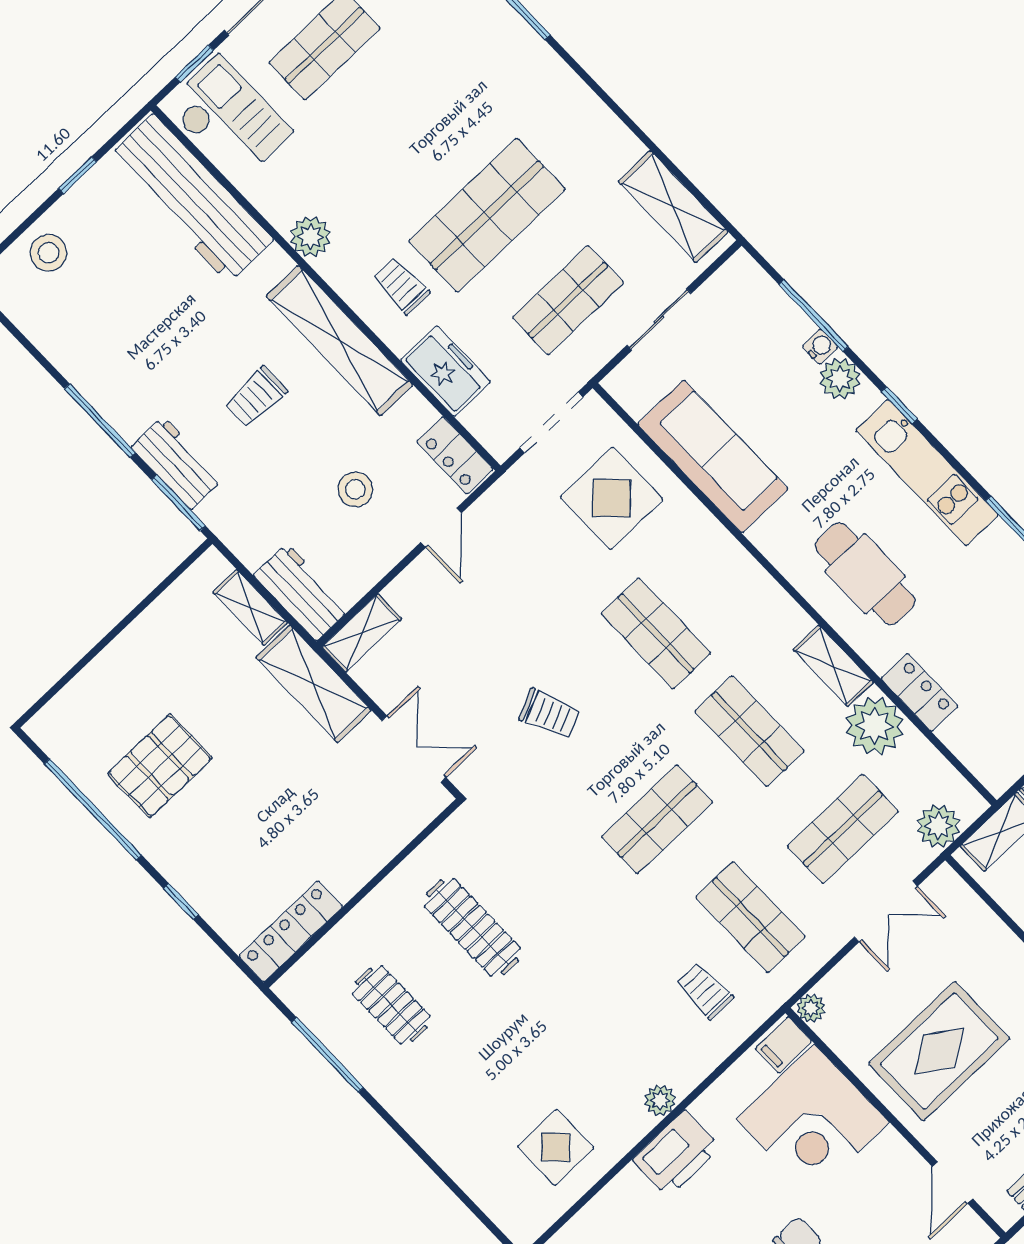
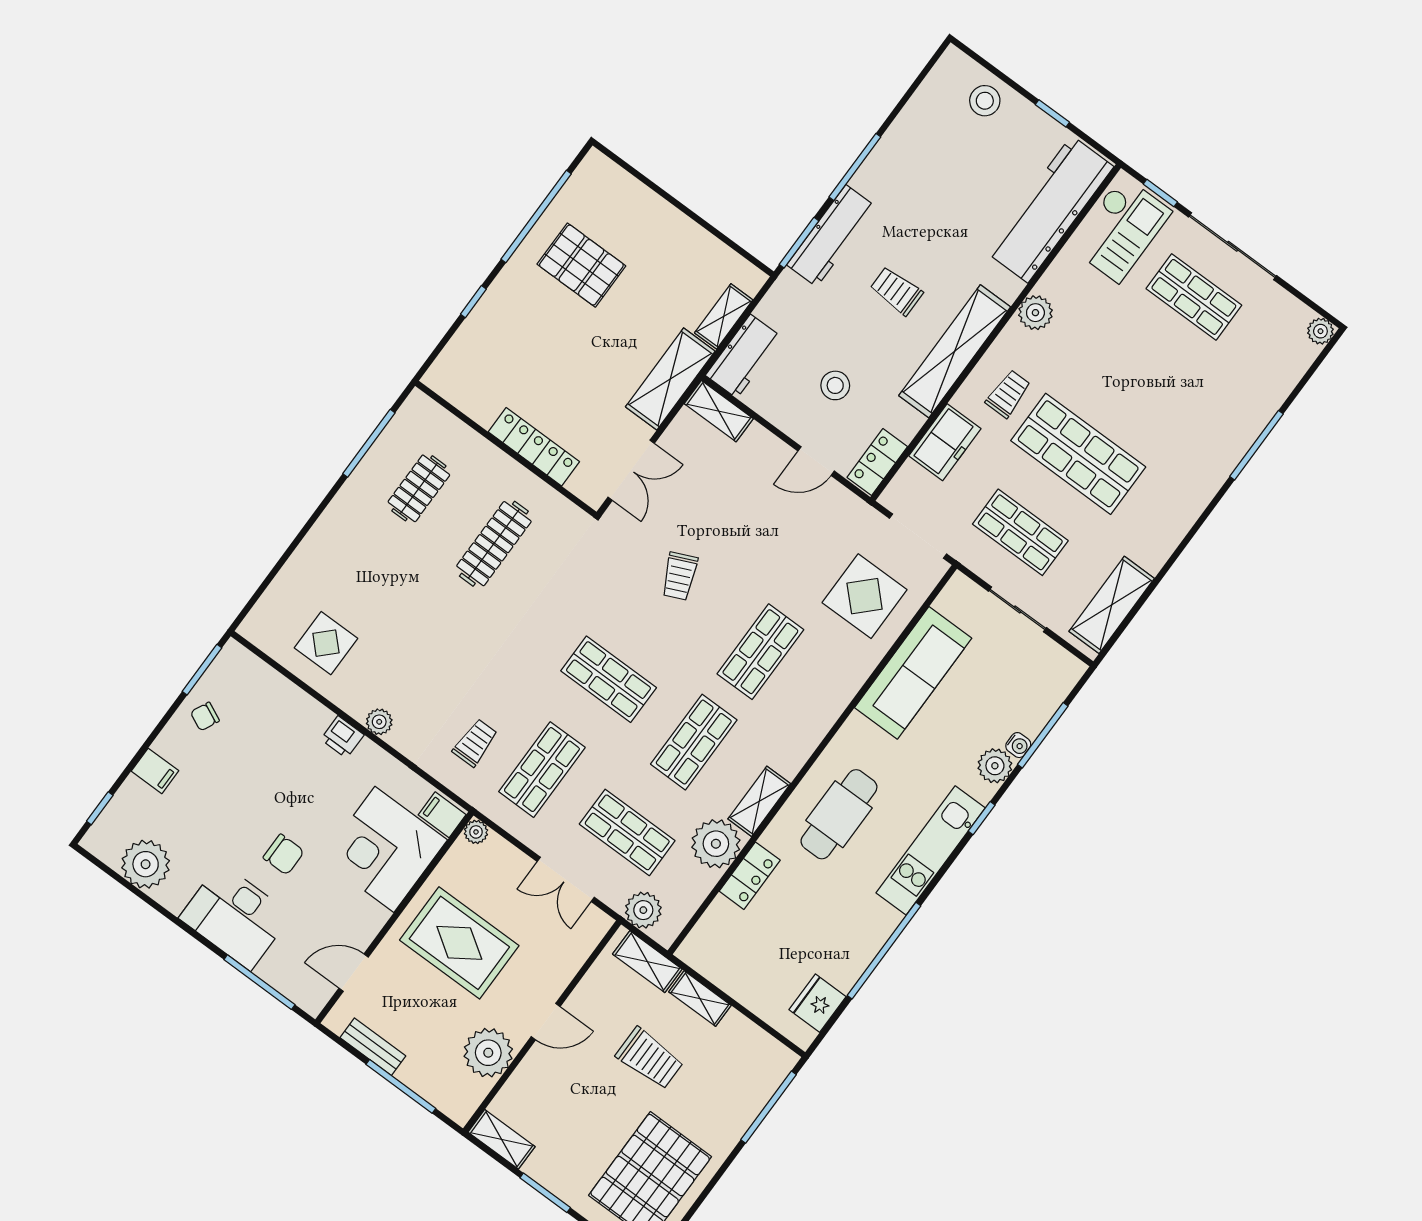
workbench: (177, 463) -> (831, 236), width x1.38
locker: (291, 931) -> (534, 447), moved
printer: (677, 1154) -> (342, 737), width x0.53, depth x0.68

